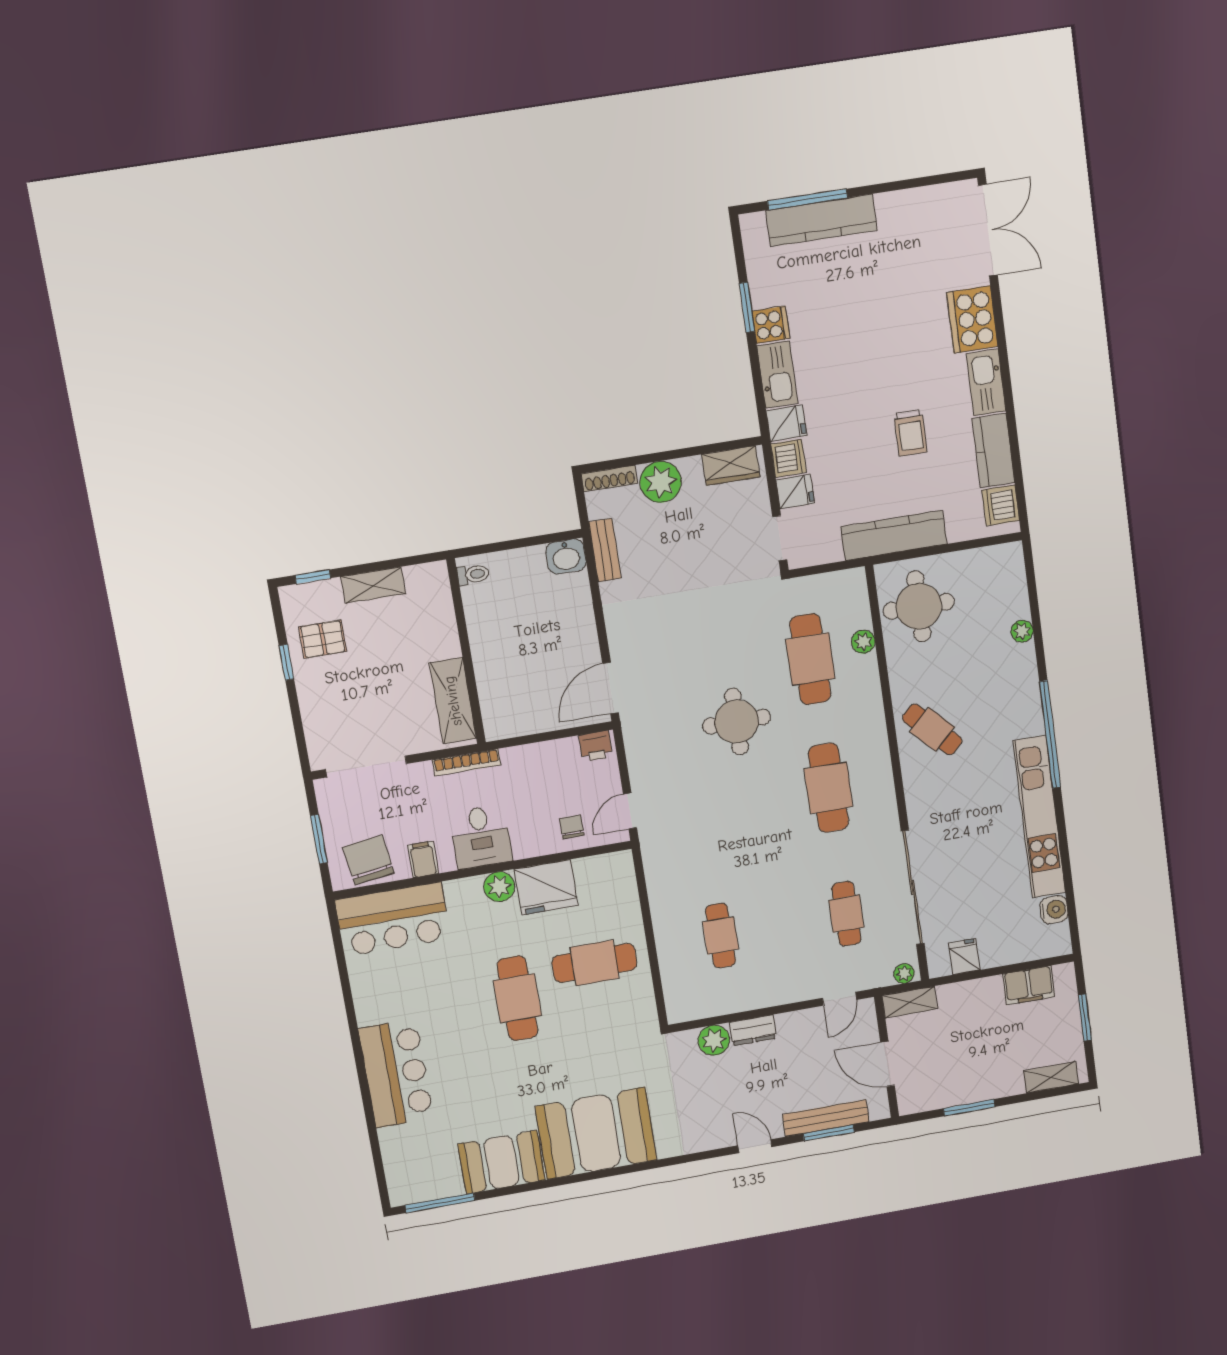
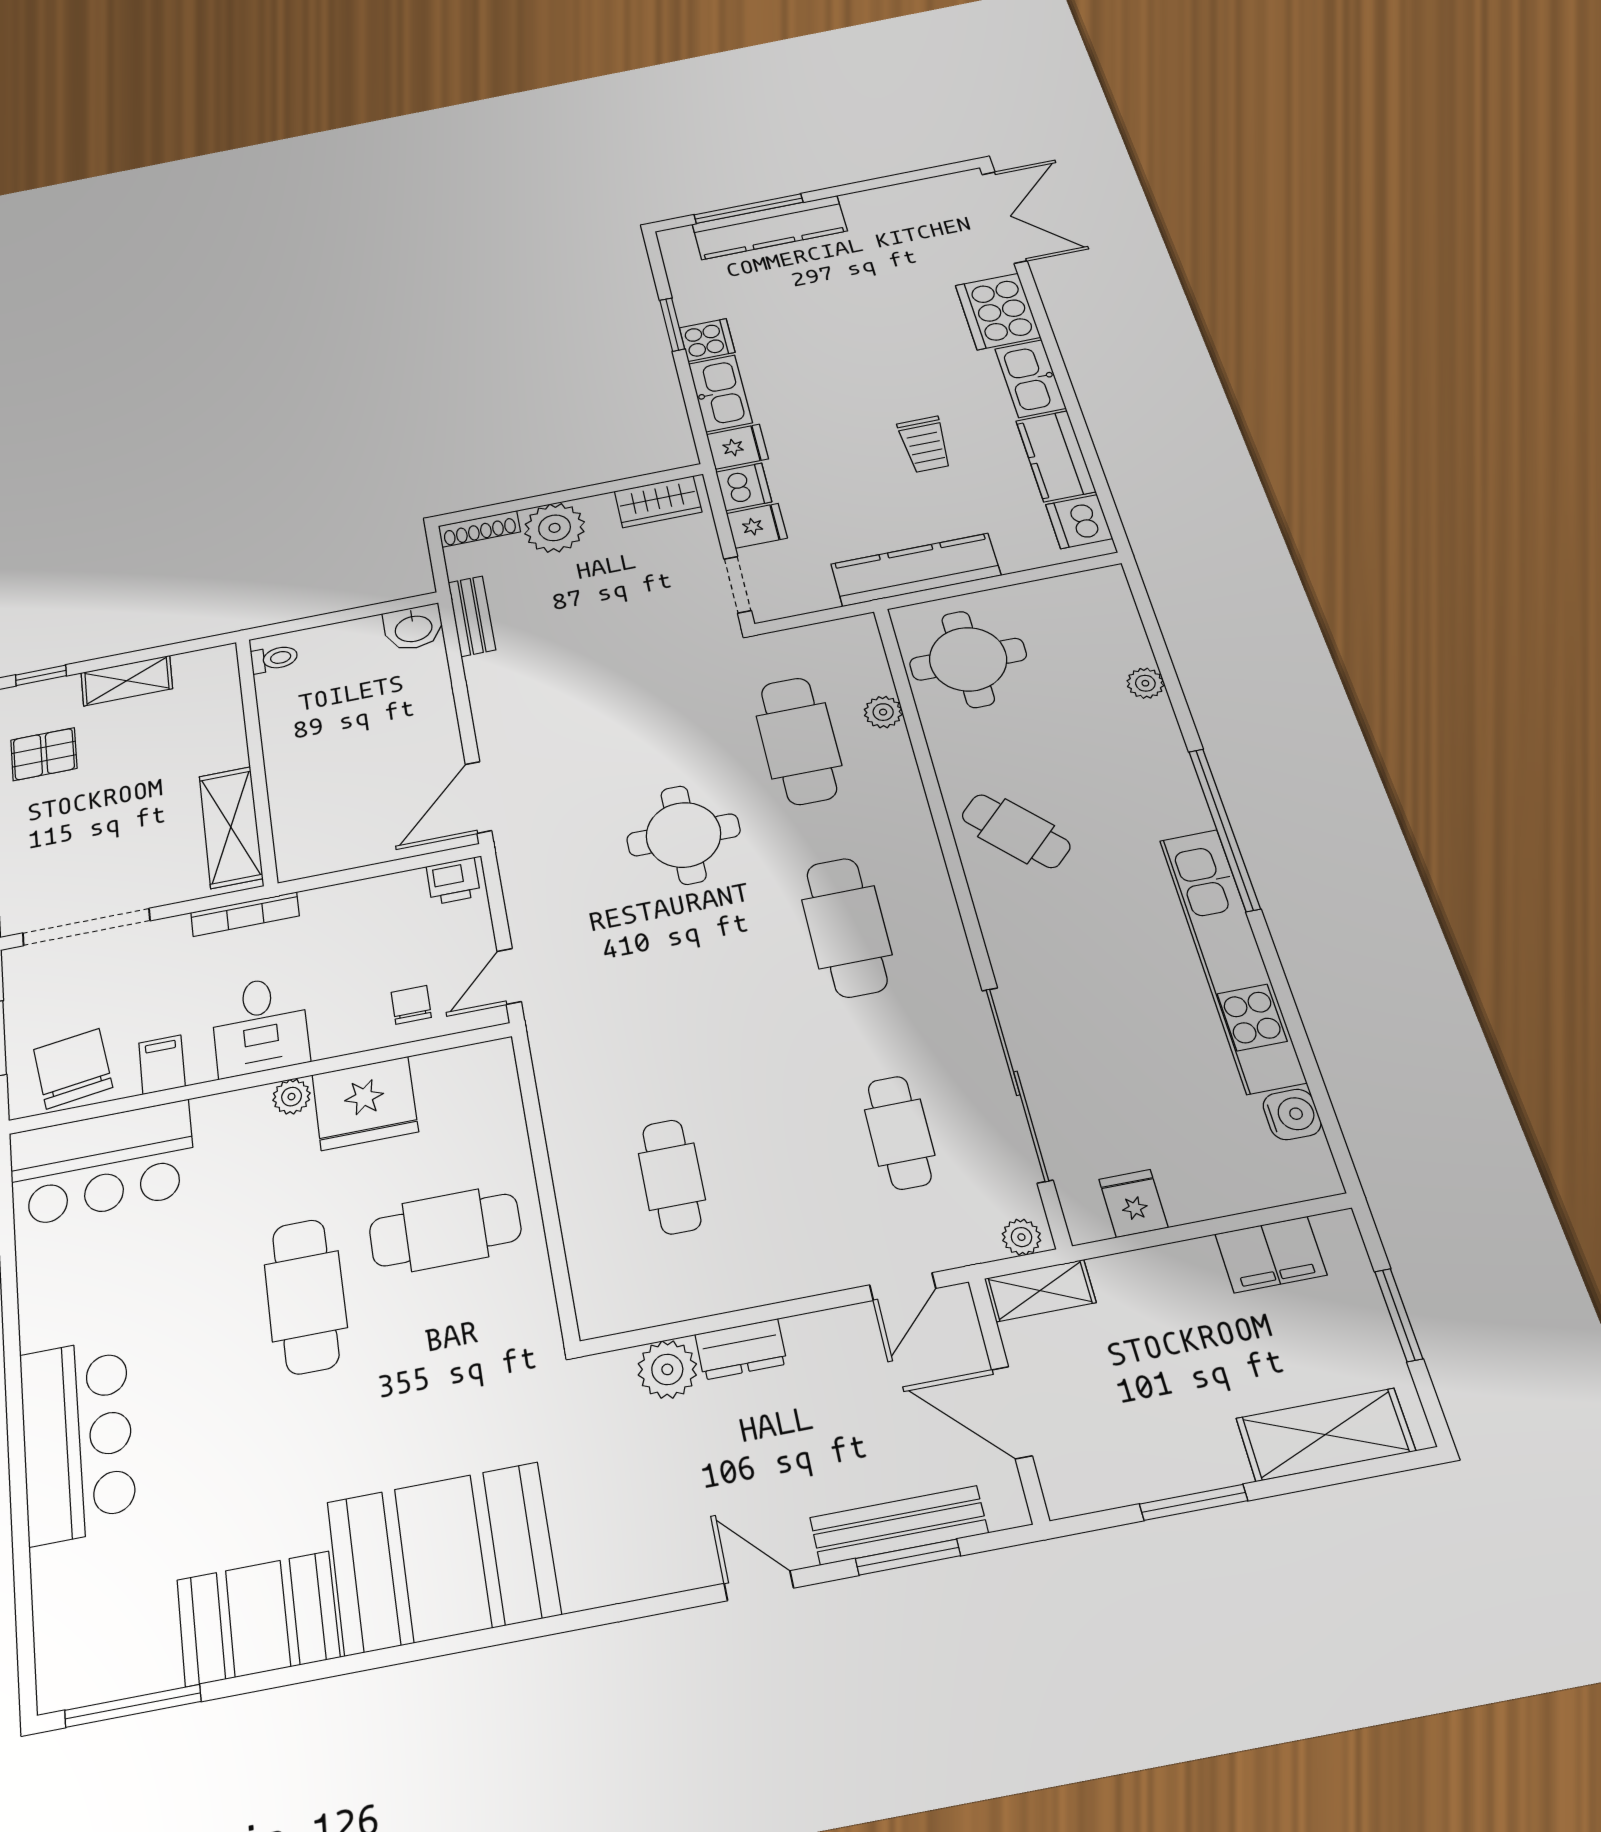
plant: (499, 887) -> (292, 1097), width x0.73, depth x0.73
shelving: (1051, 1077) -> (1325, 1435), width x1.50, depth x1.33

